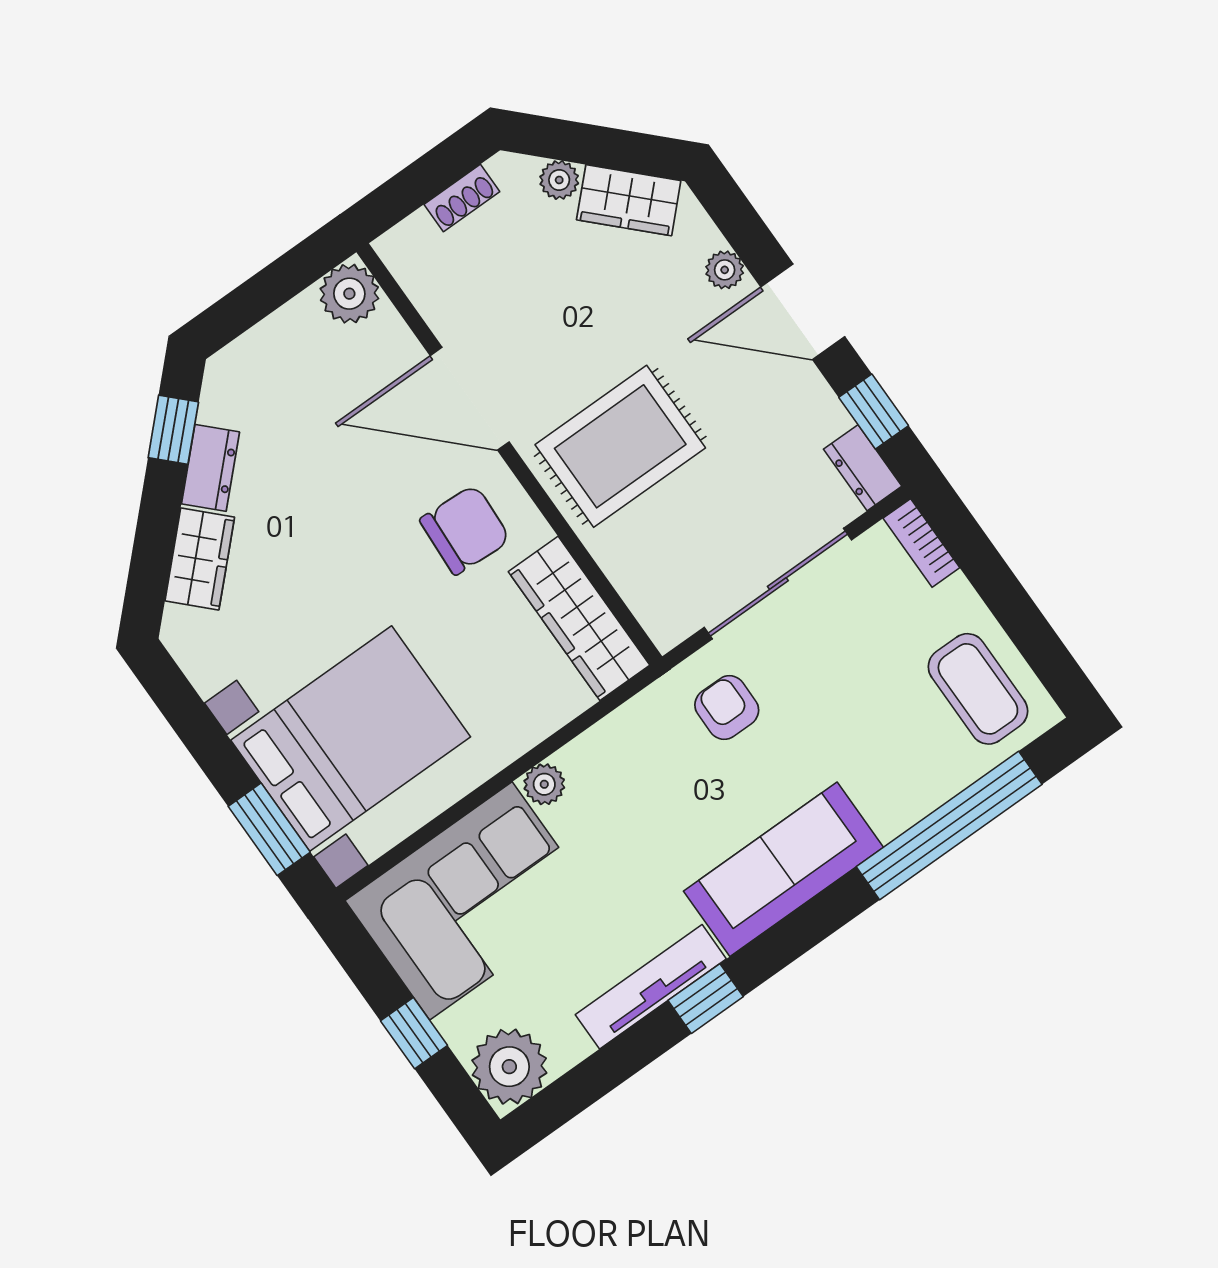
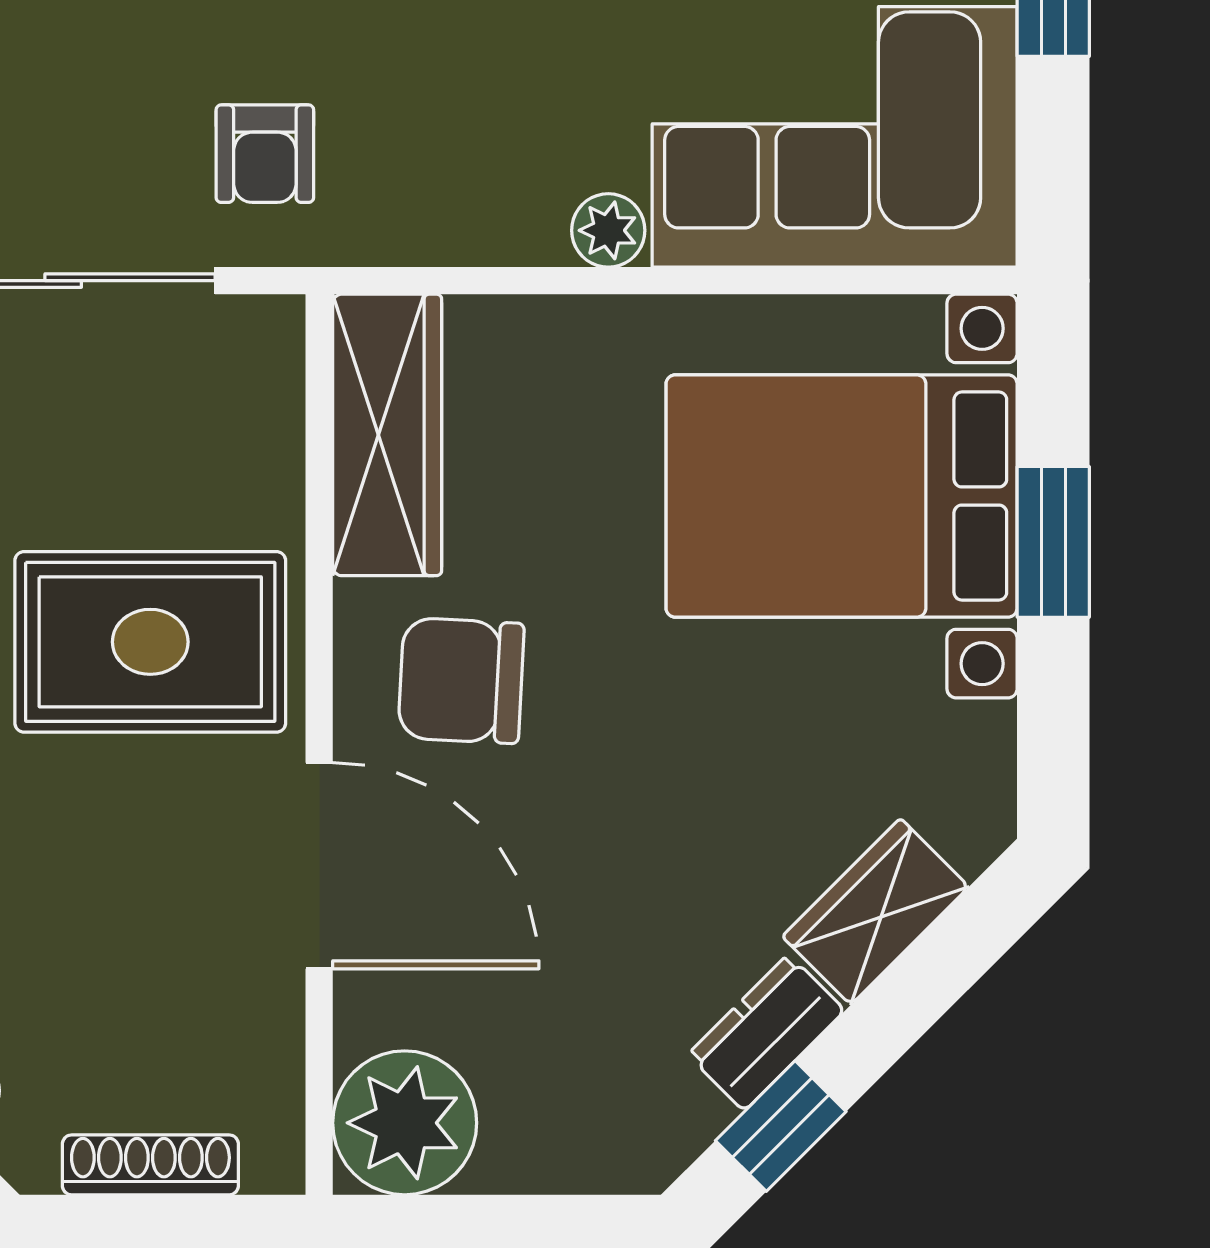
shoe rack: (462, 198) -> (150, 1165), width x1.43
plant: (349, 294) -> (405, 1123), width x1.36, depth x1.36
window: (269, 829) -> (1053, 542), moved

